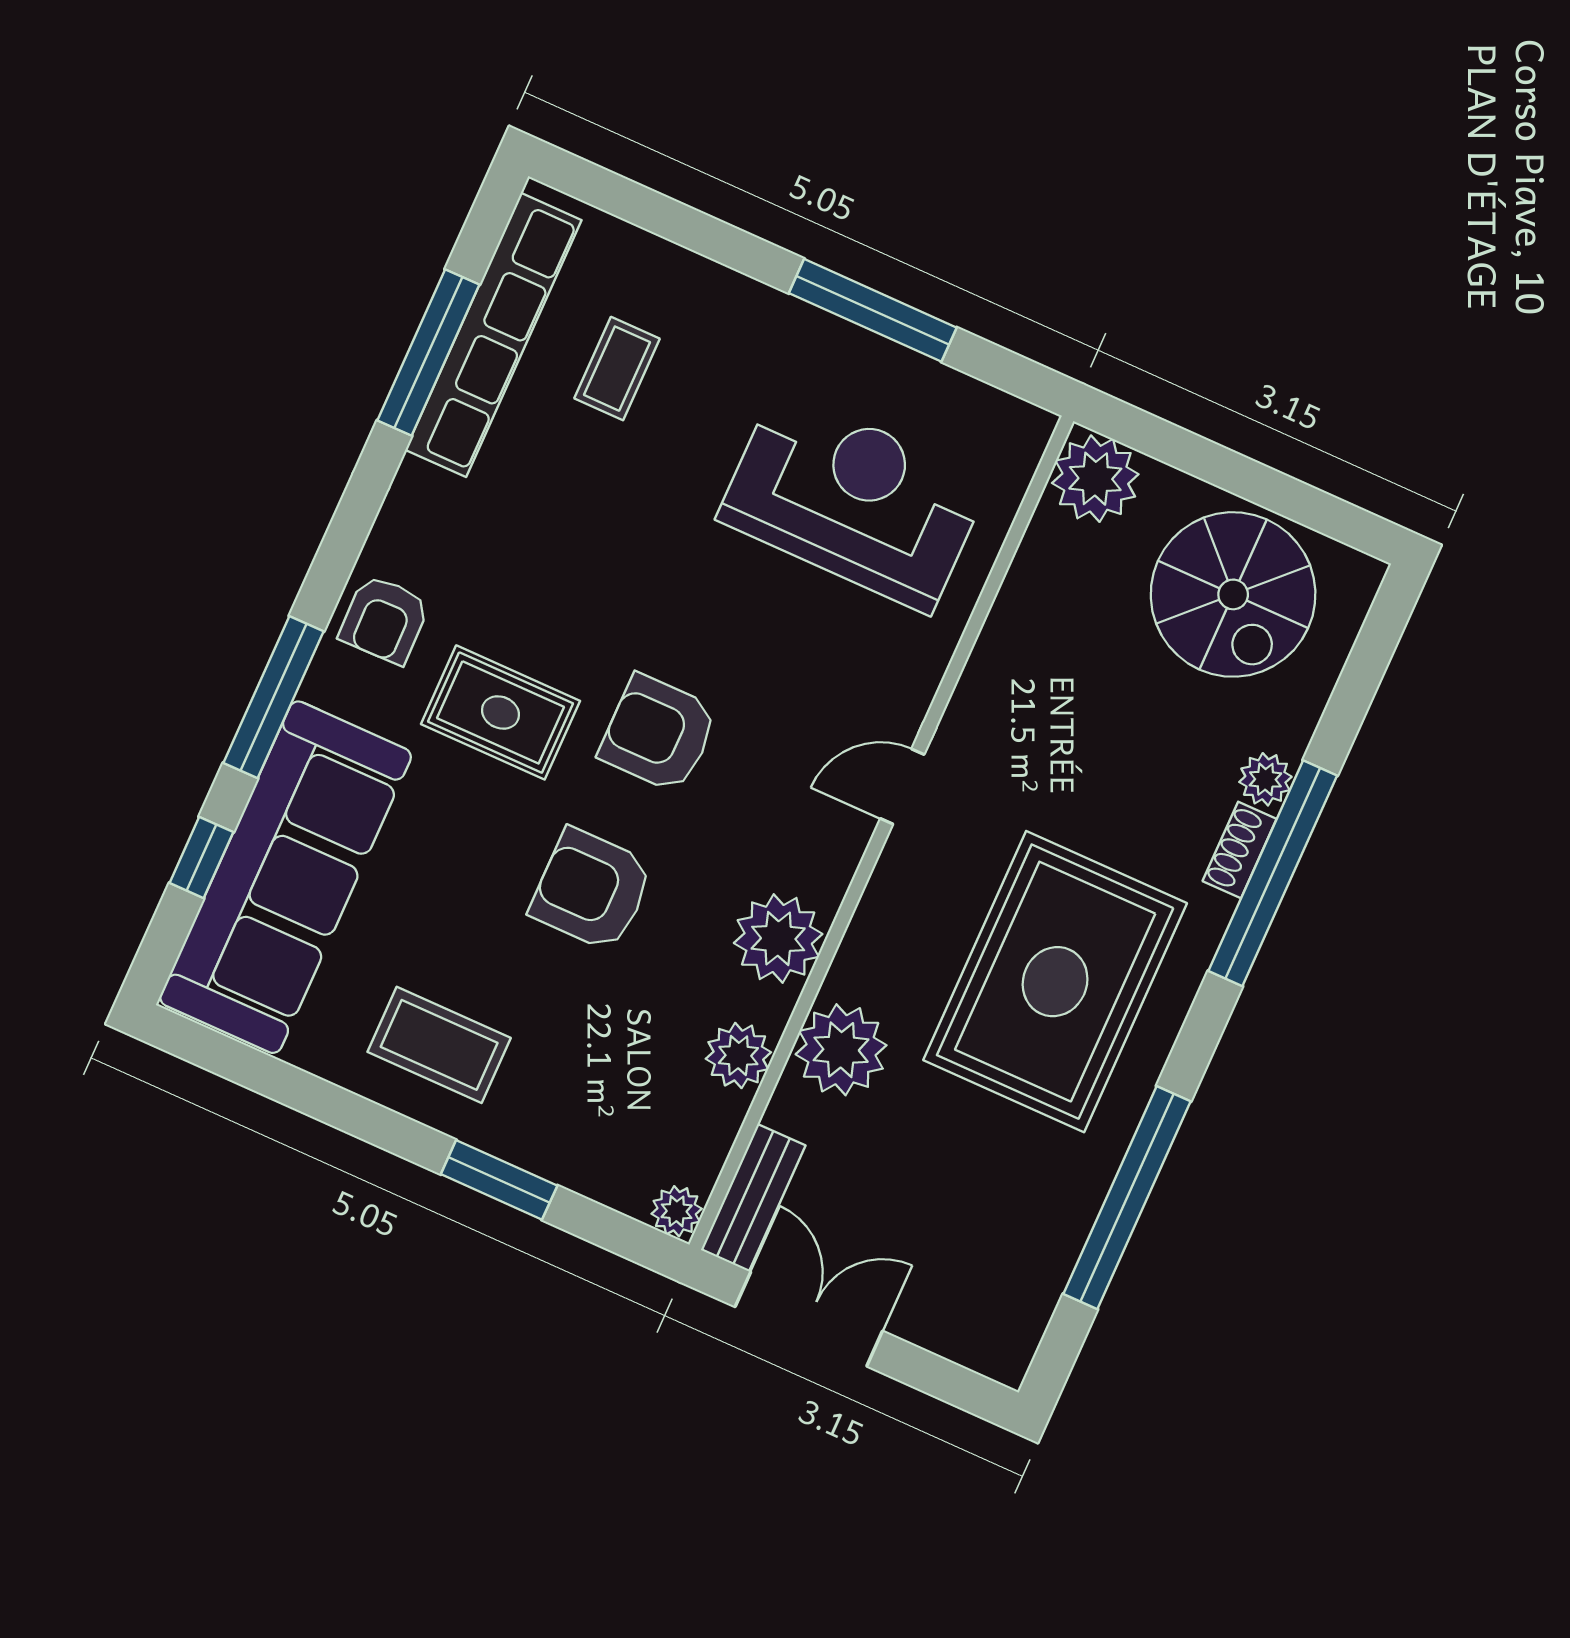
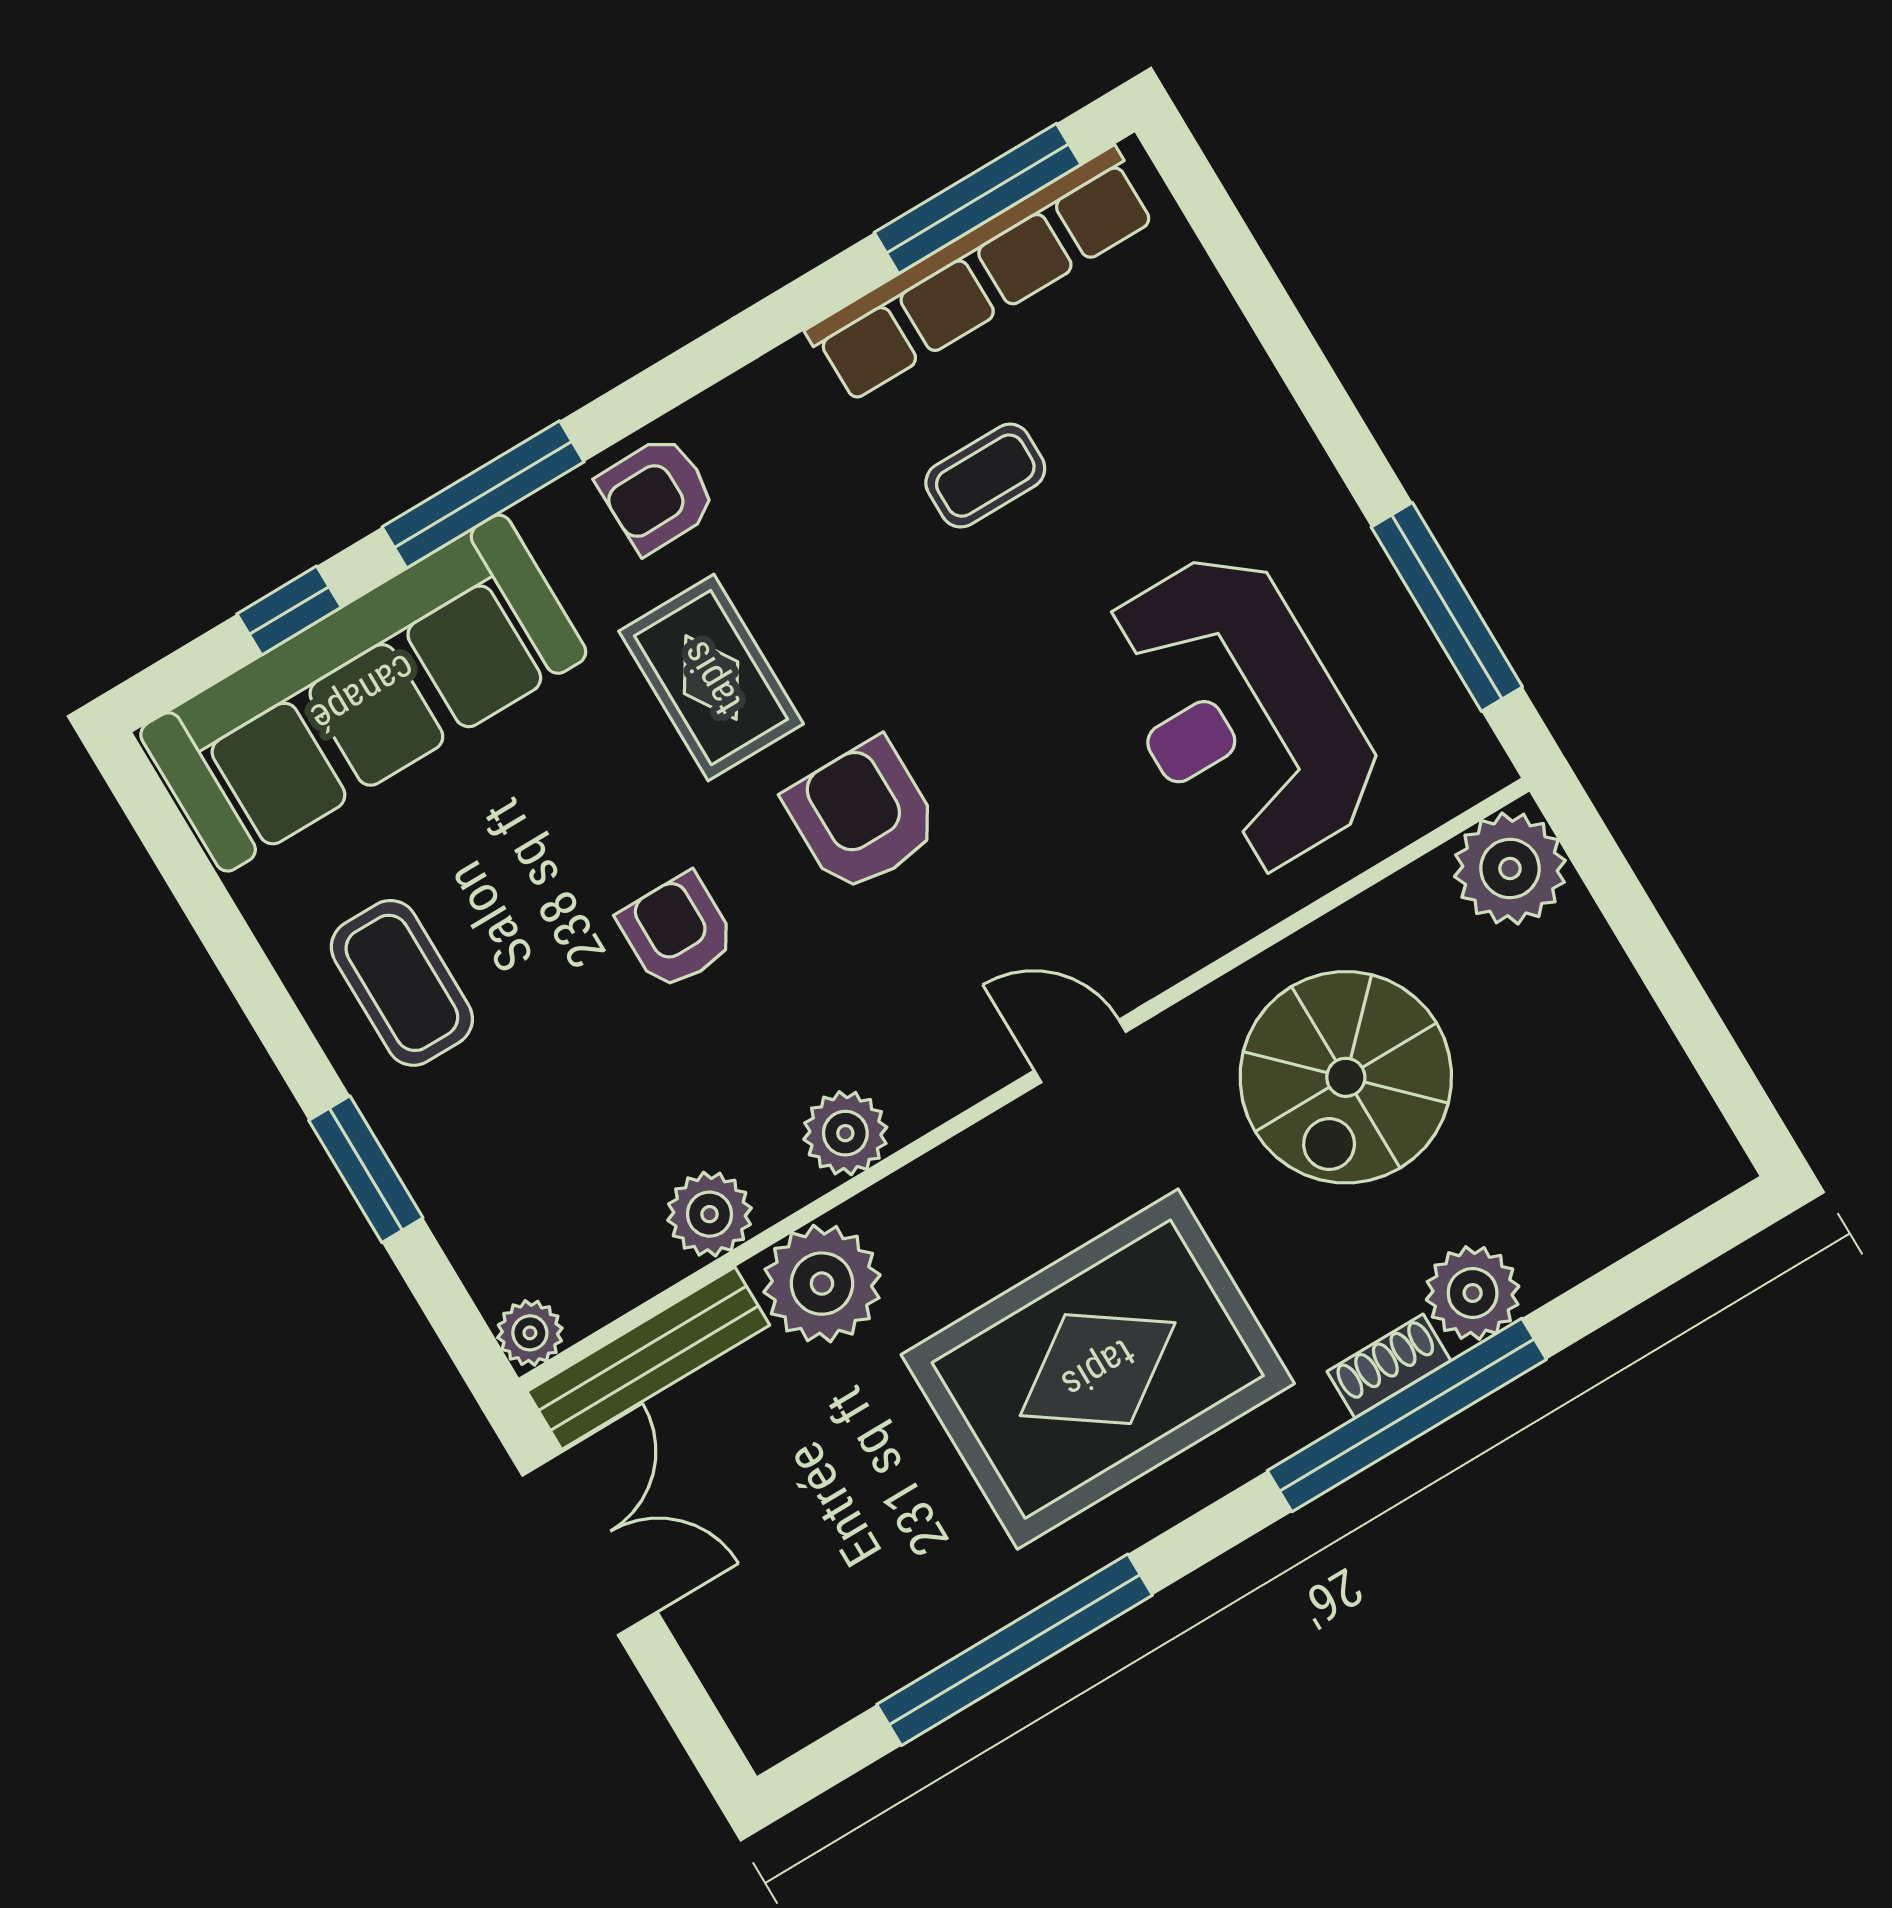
window: (873, 310) -> (1447, 607), moved
window: (428, 353) -> (978, 198), moved
coffee table: (617, 369) -> (985, 476), moved
reception desk: (853, 500) -> (1239, 713), turned 180
spiral stairs: (1233, 594) -> (1346, 1077), moved
plant: (1265, 779) -> (1473, 1293), width x1.38, depth x1.38
armchair: (592, 890) -> (677, 931), width x0.72, depth x0.72
plant: (778, 939) -> (845, 1133), width x0.73, depth x0.73
bench: (753, 1198) -> (648, 1358), width x1.36

